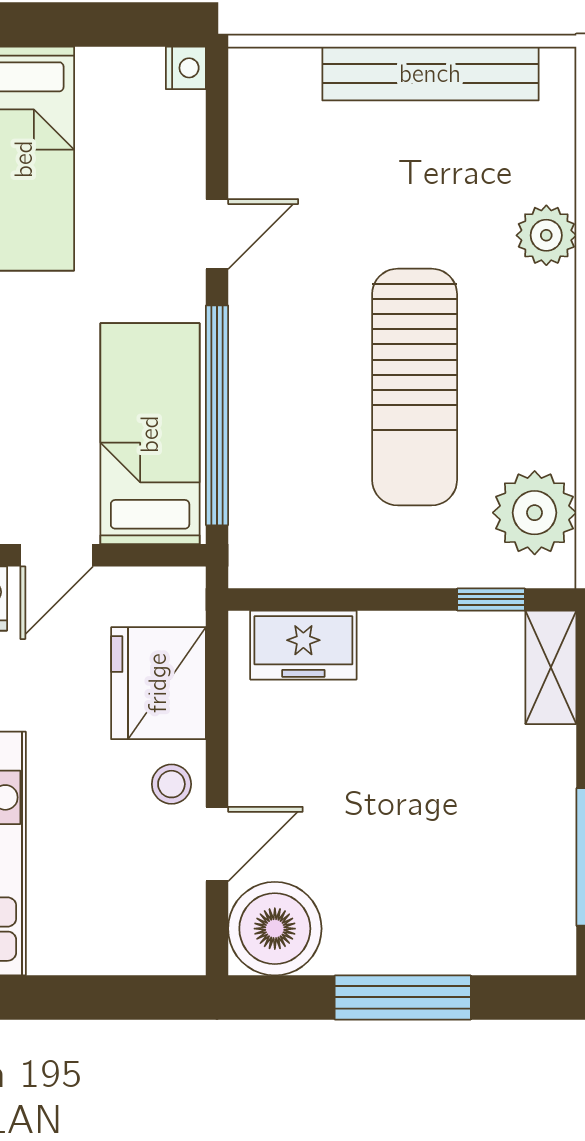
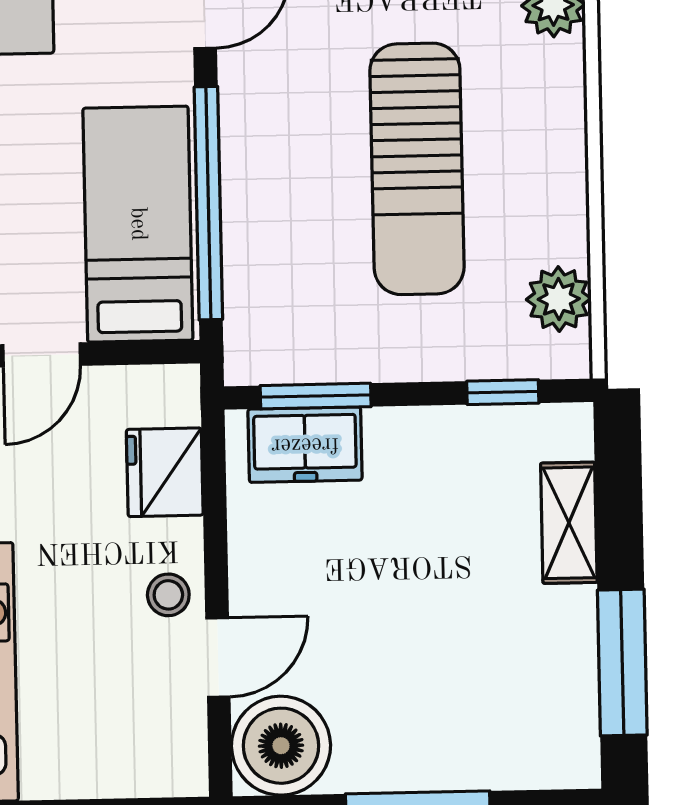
plant: (535, 513) -> (559, 299), width x0.73, depth x0.73
window: (314, 599) -> (316, 396), added
shelving: (551, 667) -> (569, 523), moved
fridge: (158, 683) -> (165, 472), width x0.73, depth x0.75

